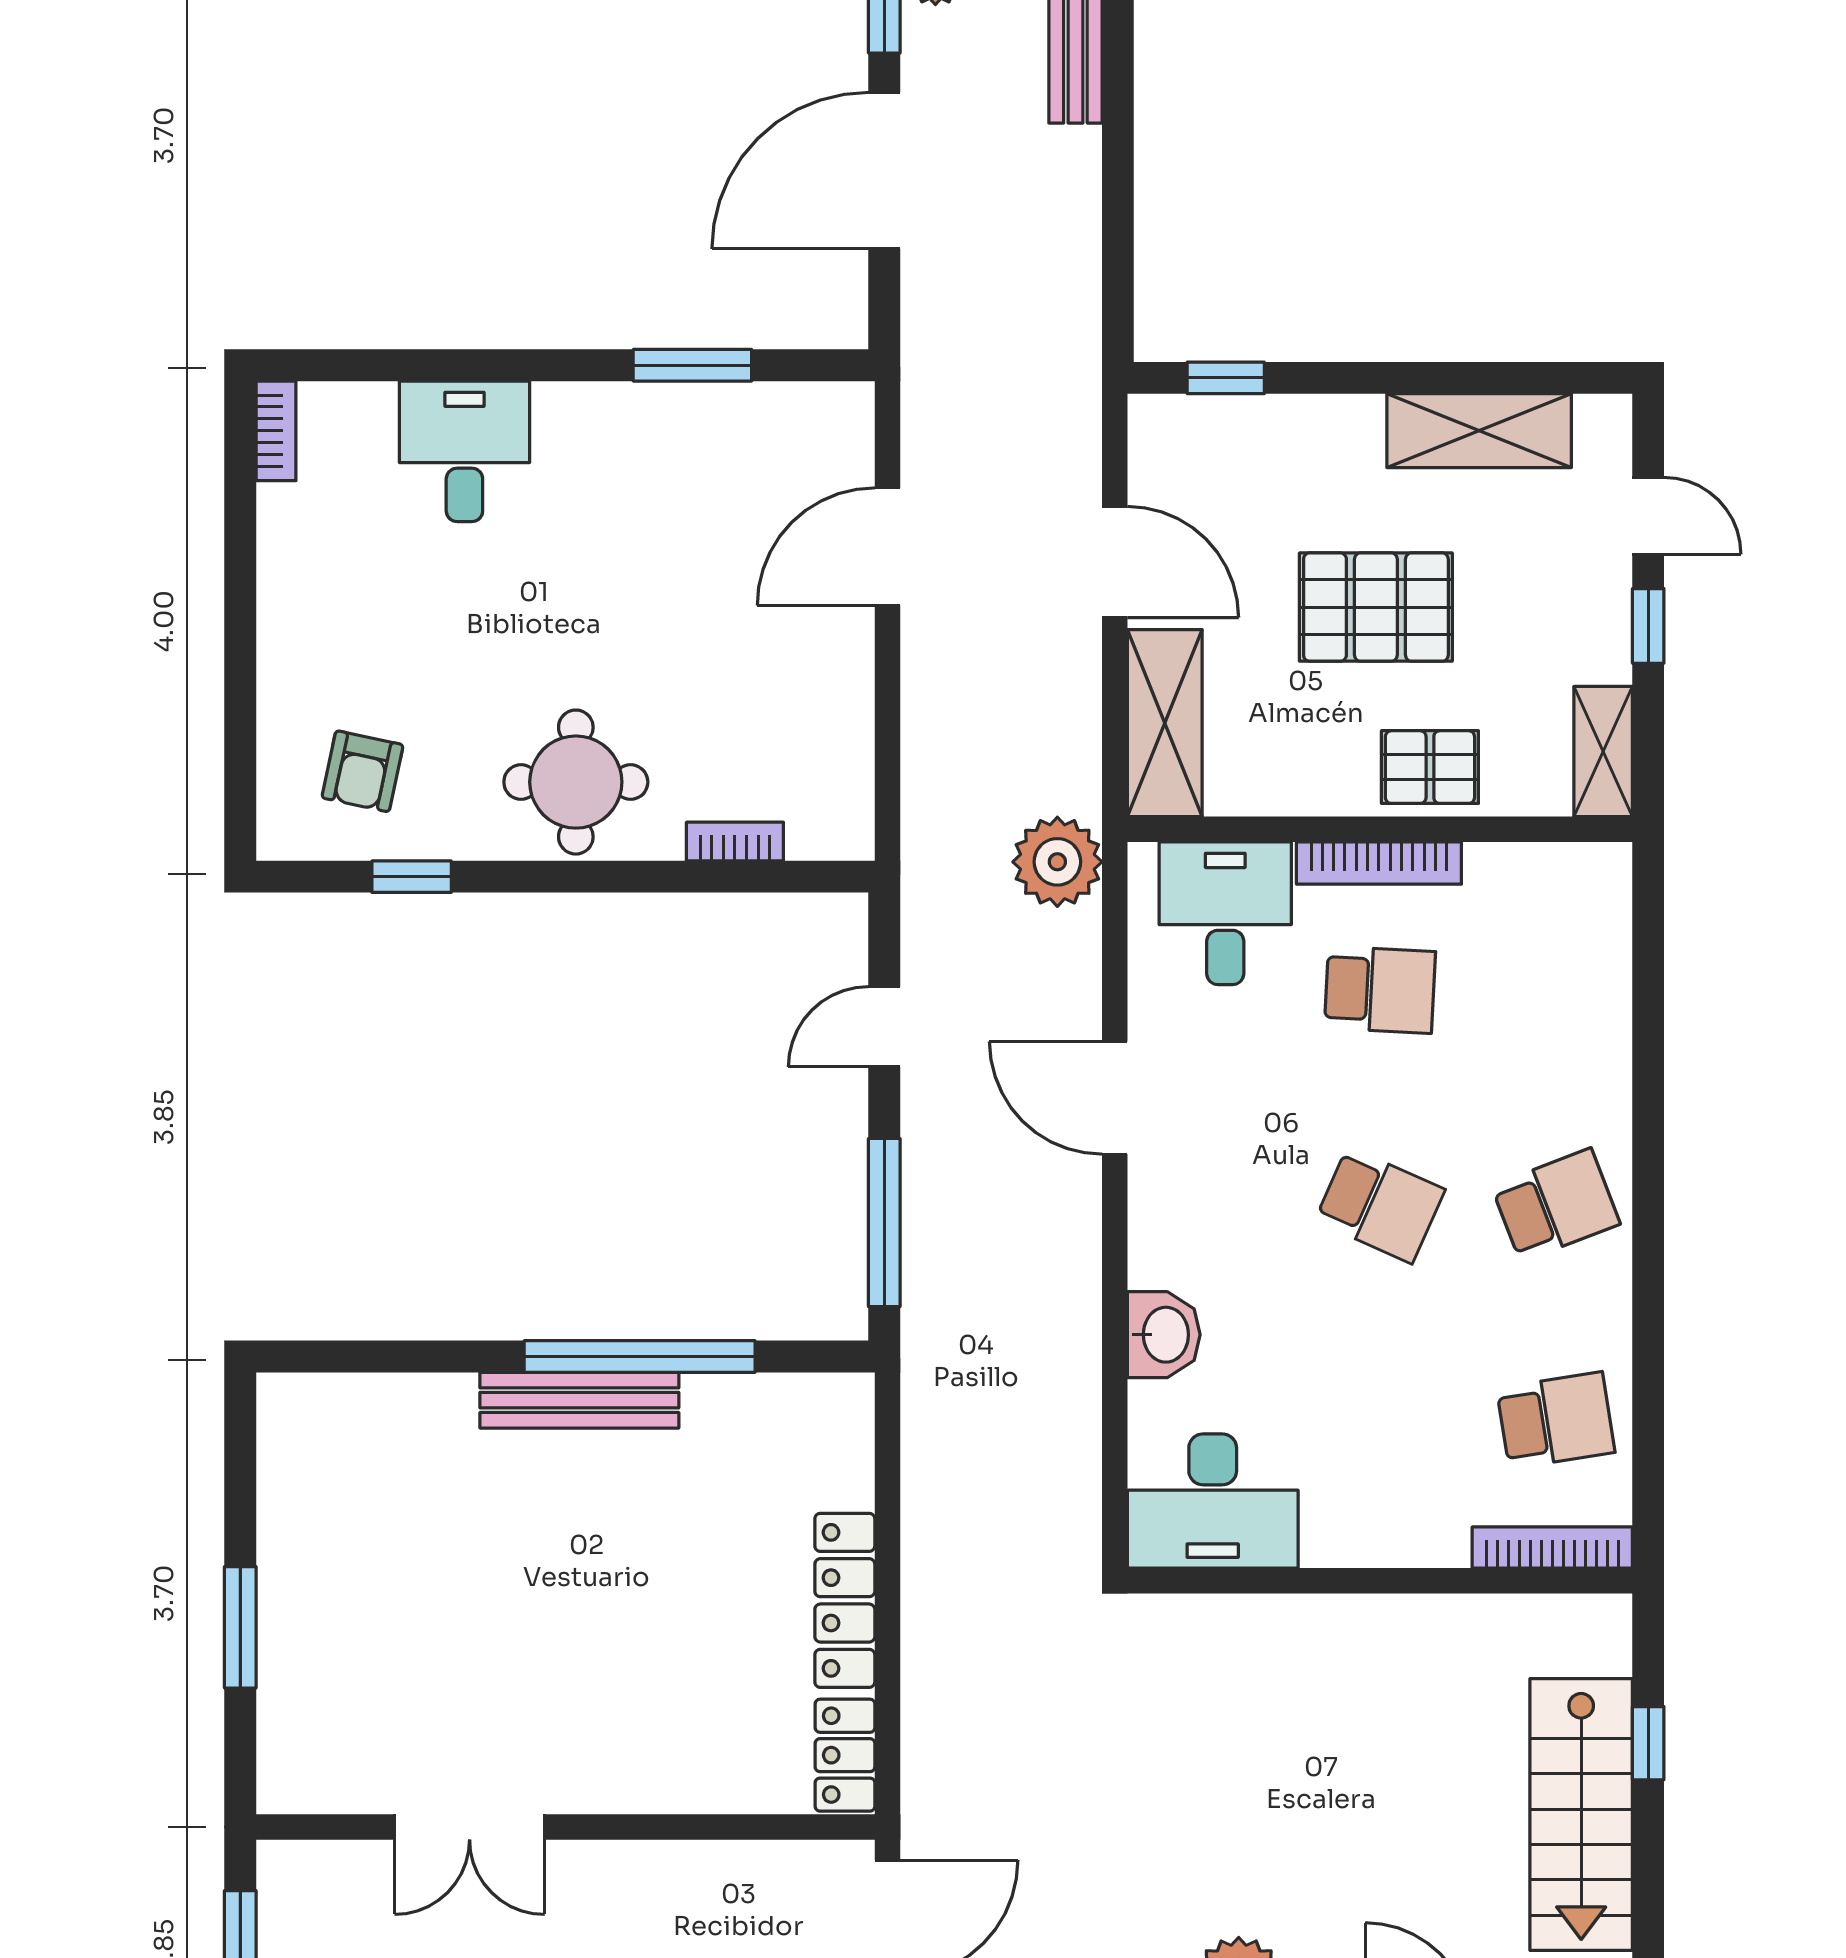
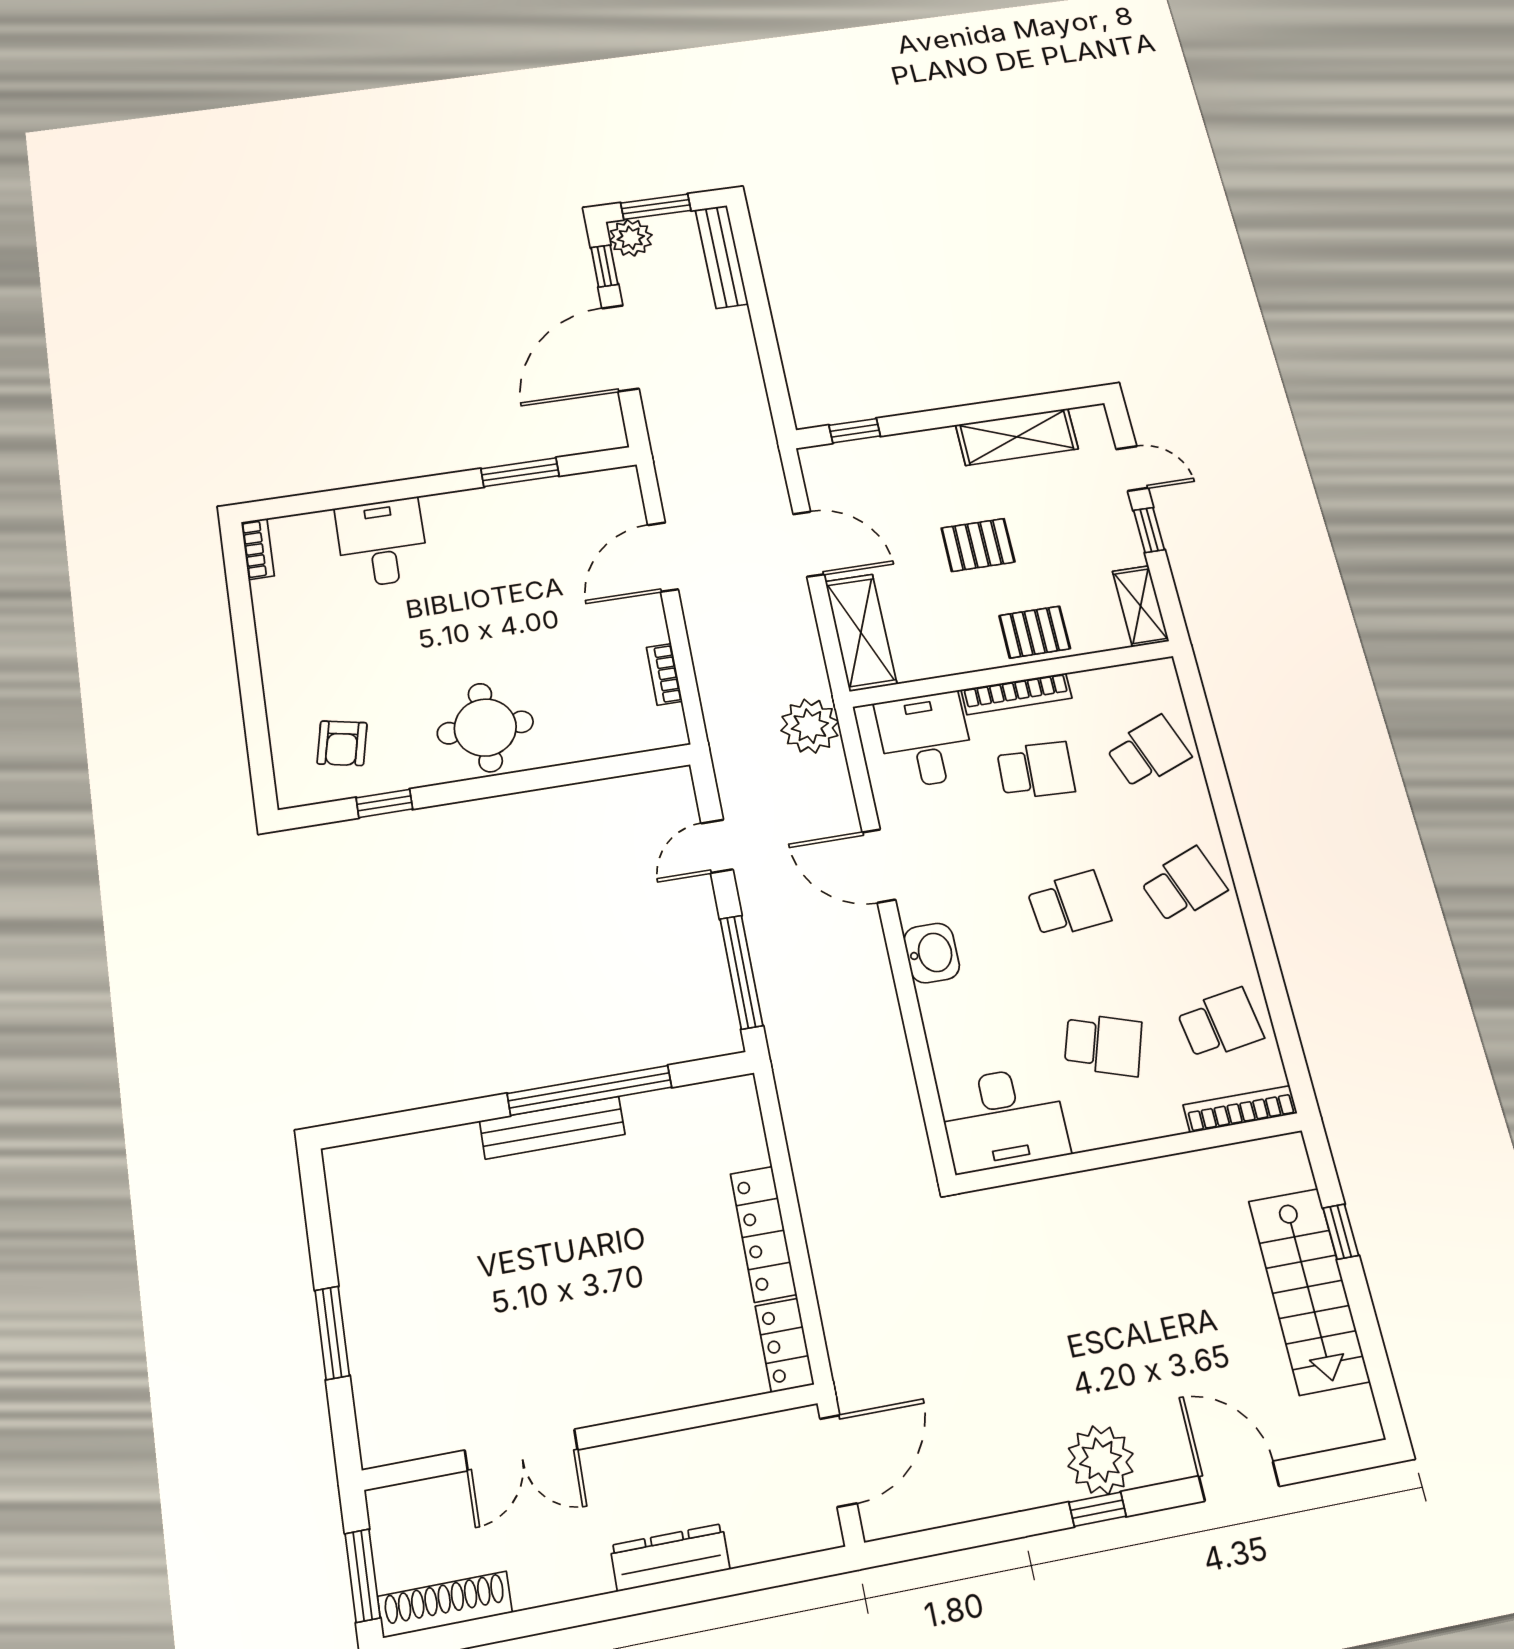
pallet: (1376, 607) -> (978, 545), width x0.67, depth x0.71
bookcase: (735, 842) -> (664, 674), moved, turned -90
school desk: (1556, 990) -> (1148, 752), added
school desk: (1380, 1205) -> (1069, 905), turned -30
washbasin: (1164, 1335) -> (932, 953), moved
school desk: (1380, 1420) -> (1103, 1045), added

